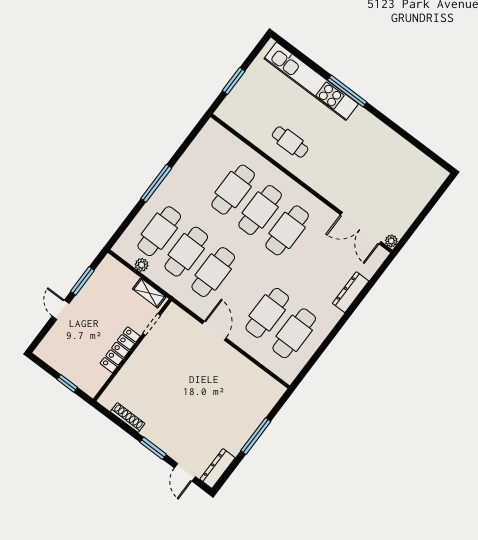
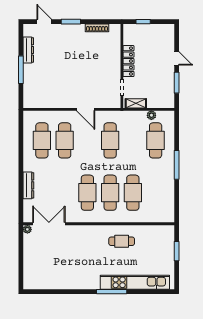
cafe table: (186, 252) -> (133, 140), removed
dresser: (217, 468) -> (28, 50), moved

